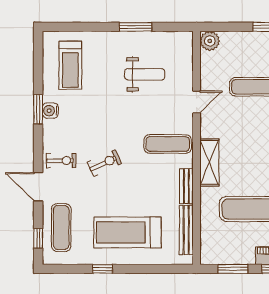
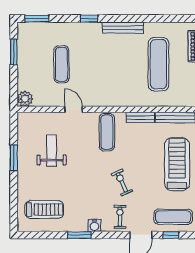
water cooler: (50, 111) -> (95, 225), moved
shelving: (209, 163) -> (122, 99), removed
treadmill: (127, 232) -> (177, 164), turned 180
window: (38, 238) -> (171, 235), moved

